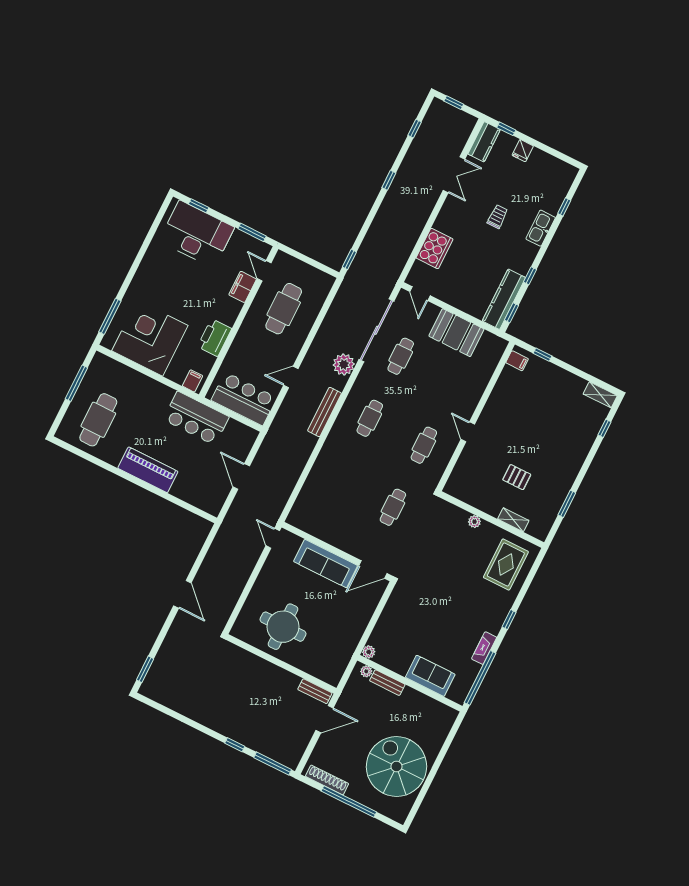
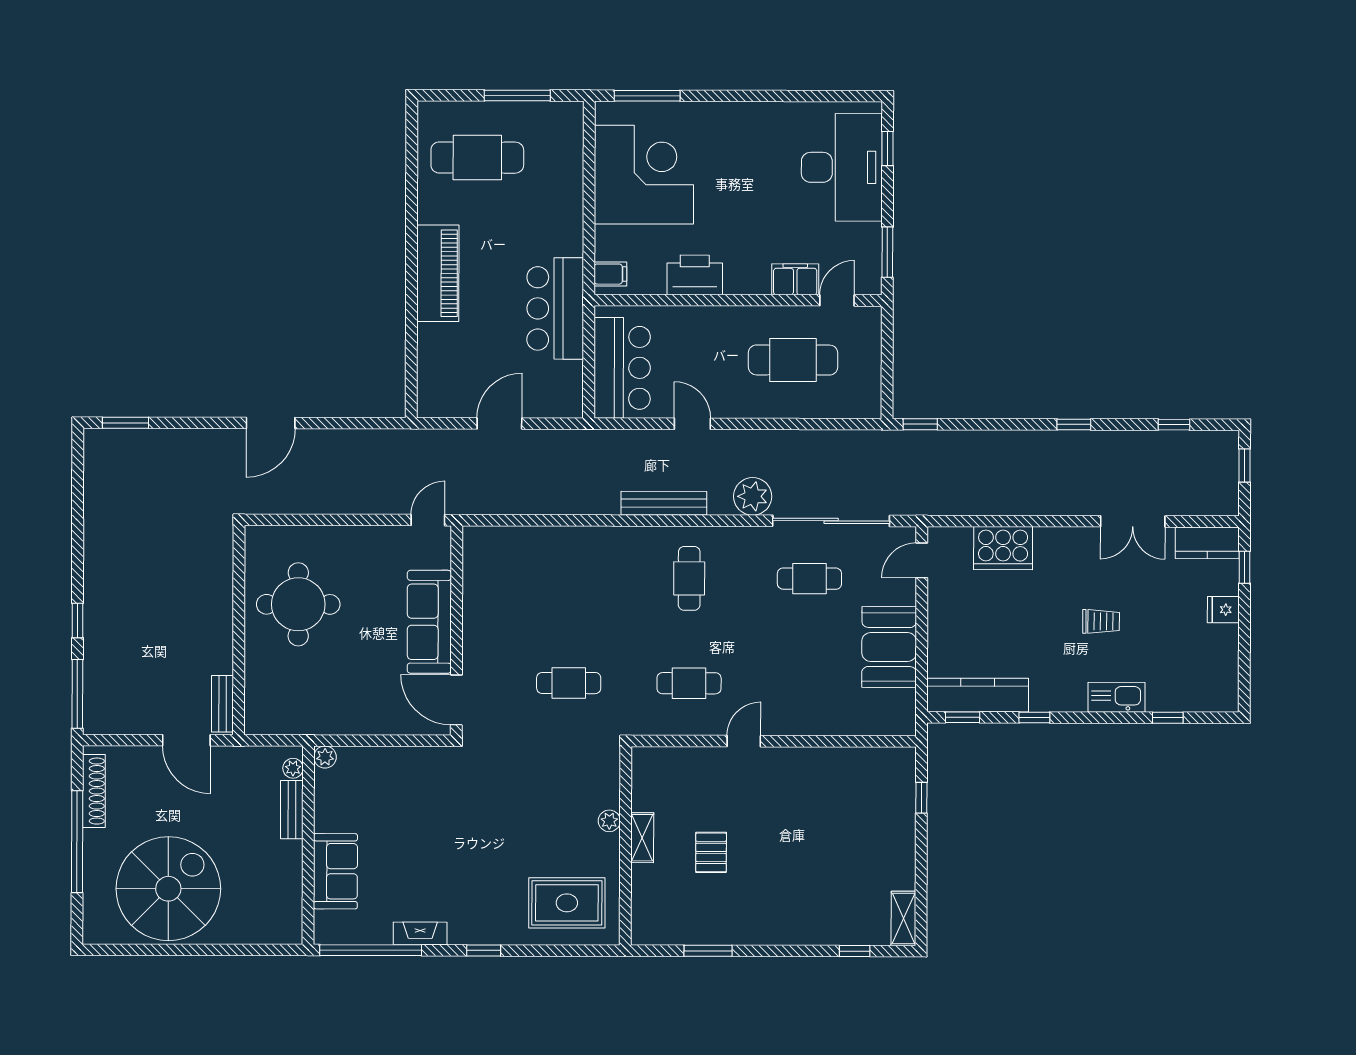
filing cabinet: (517, 361) -> (892, 763), removed
cafe table: (370, 418) -> (689, 578), turned 90
shelving: (513, 520) -> (642, 838), moved

